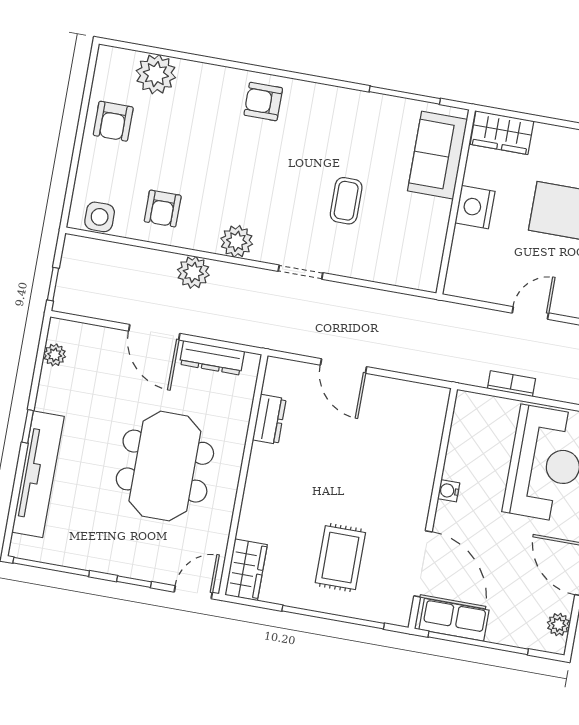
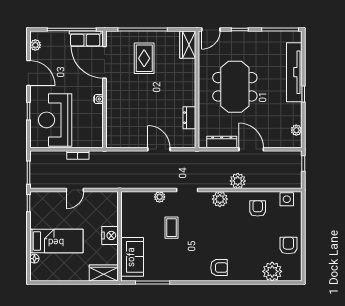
plant: (359, 268) -> (160, 197), added

